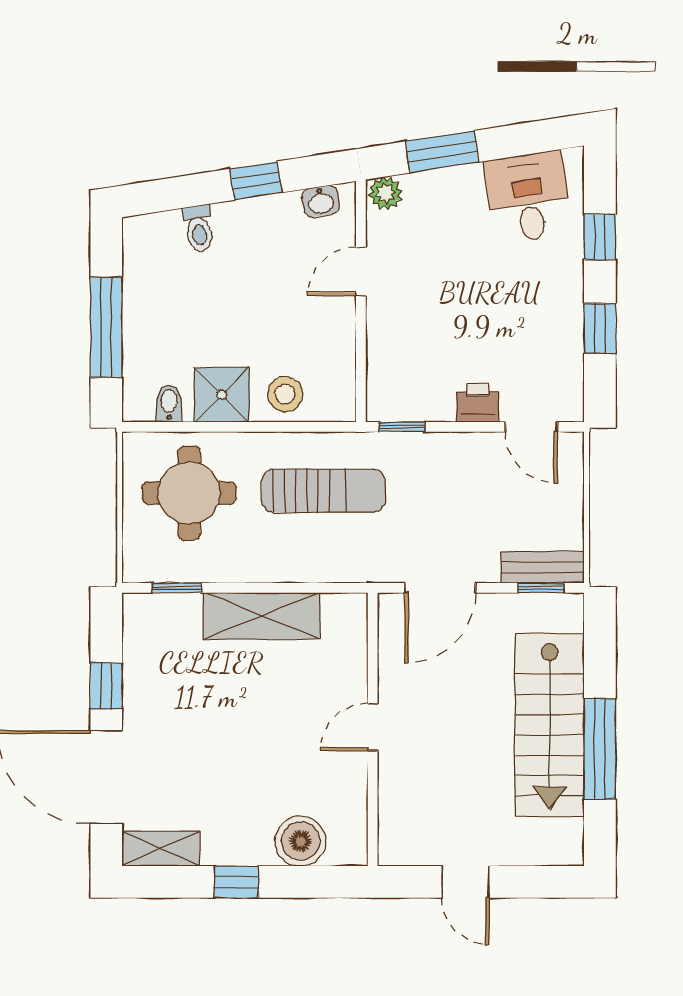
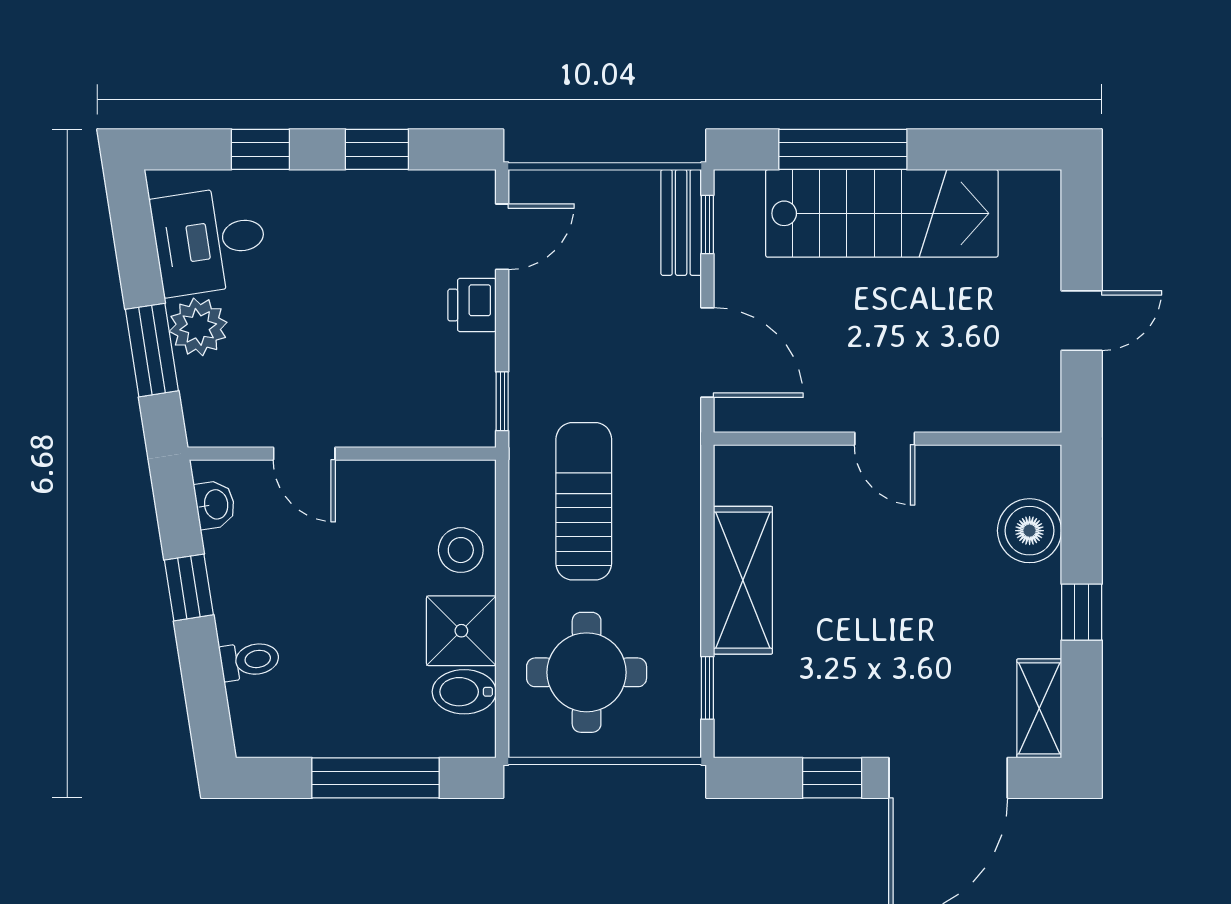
plant: (385, 193) -> (198, 327), moved, width x1.38, depth x1.38
bidet: (169, 404) -> (464, 692), width x1.38, depth x1.36
window: (600, 749) -> (843, 149), moved

